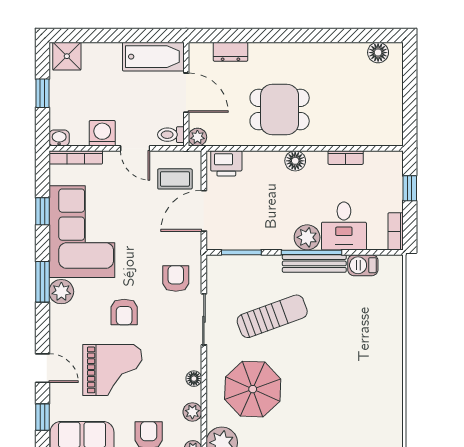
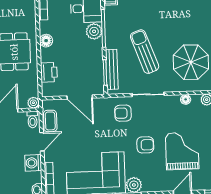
printer: (226, 163) -> (49, 72), moved
coffee table: (175, 179) -> (50, 121), moved
bench: (314, 263) -> (112, 69), moved

